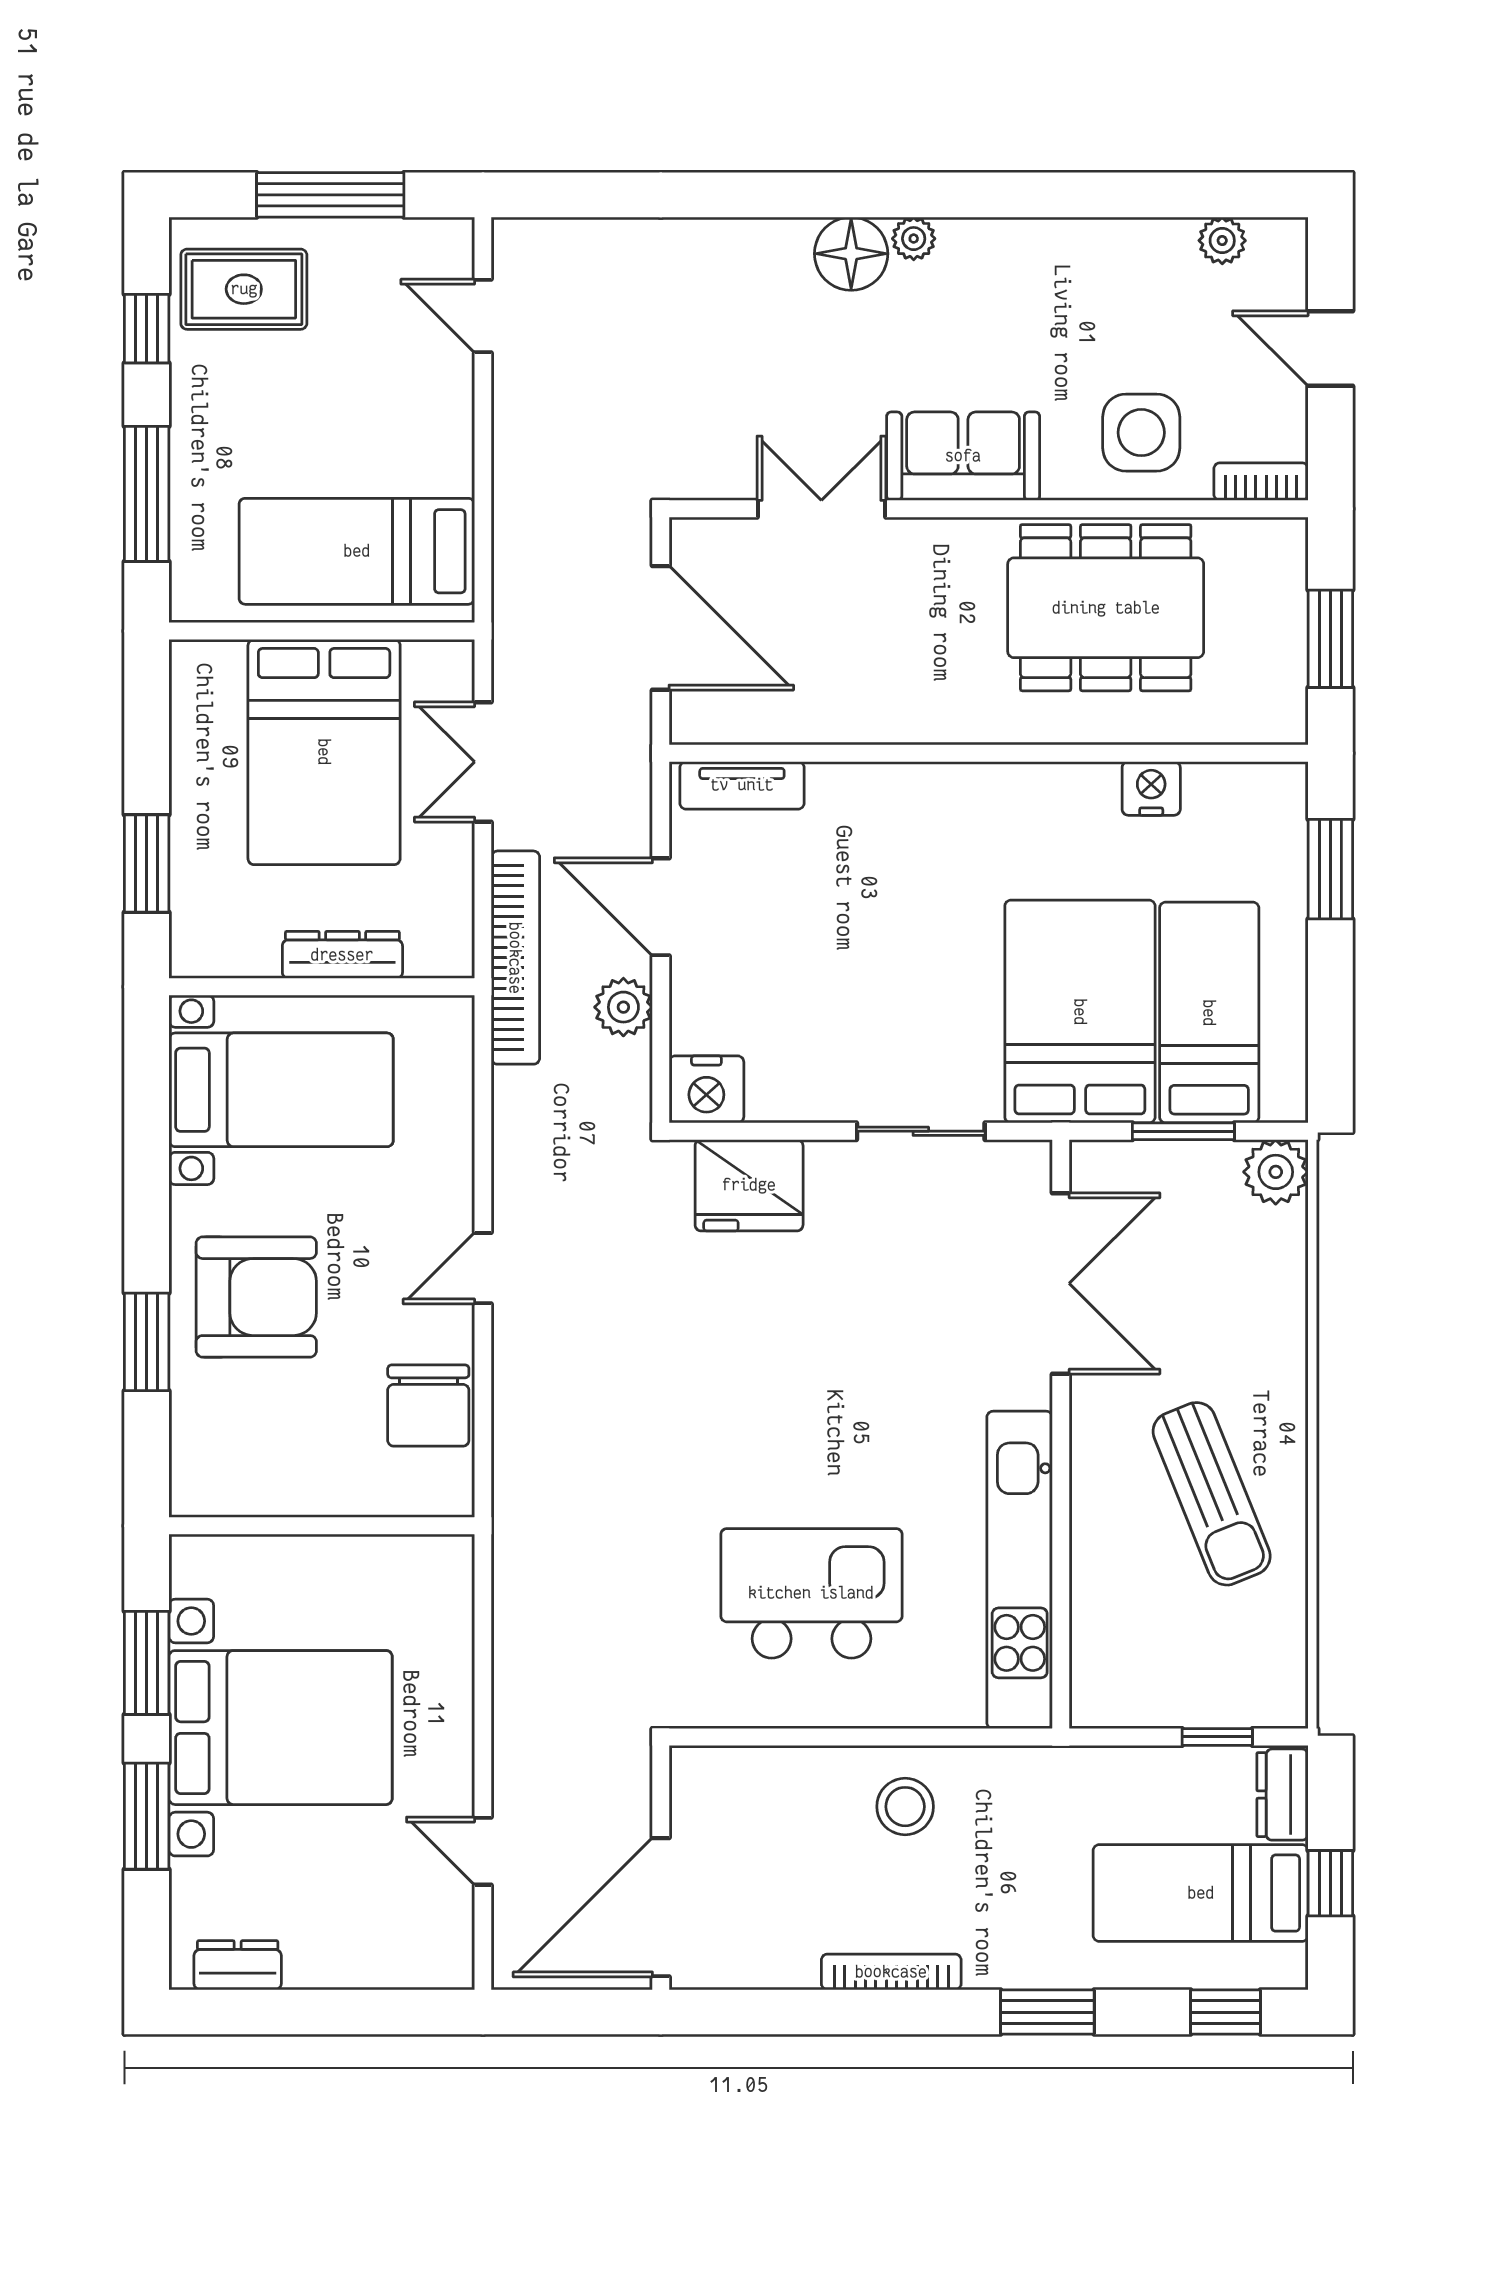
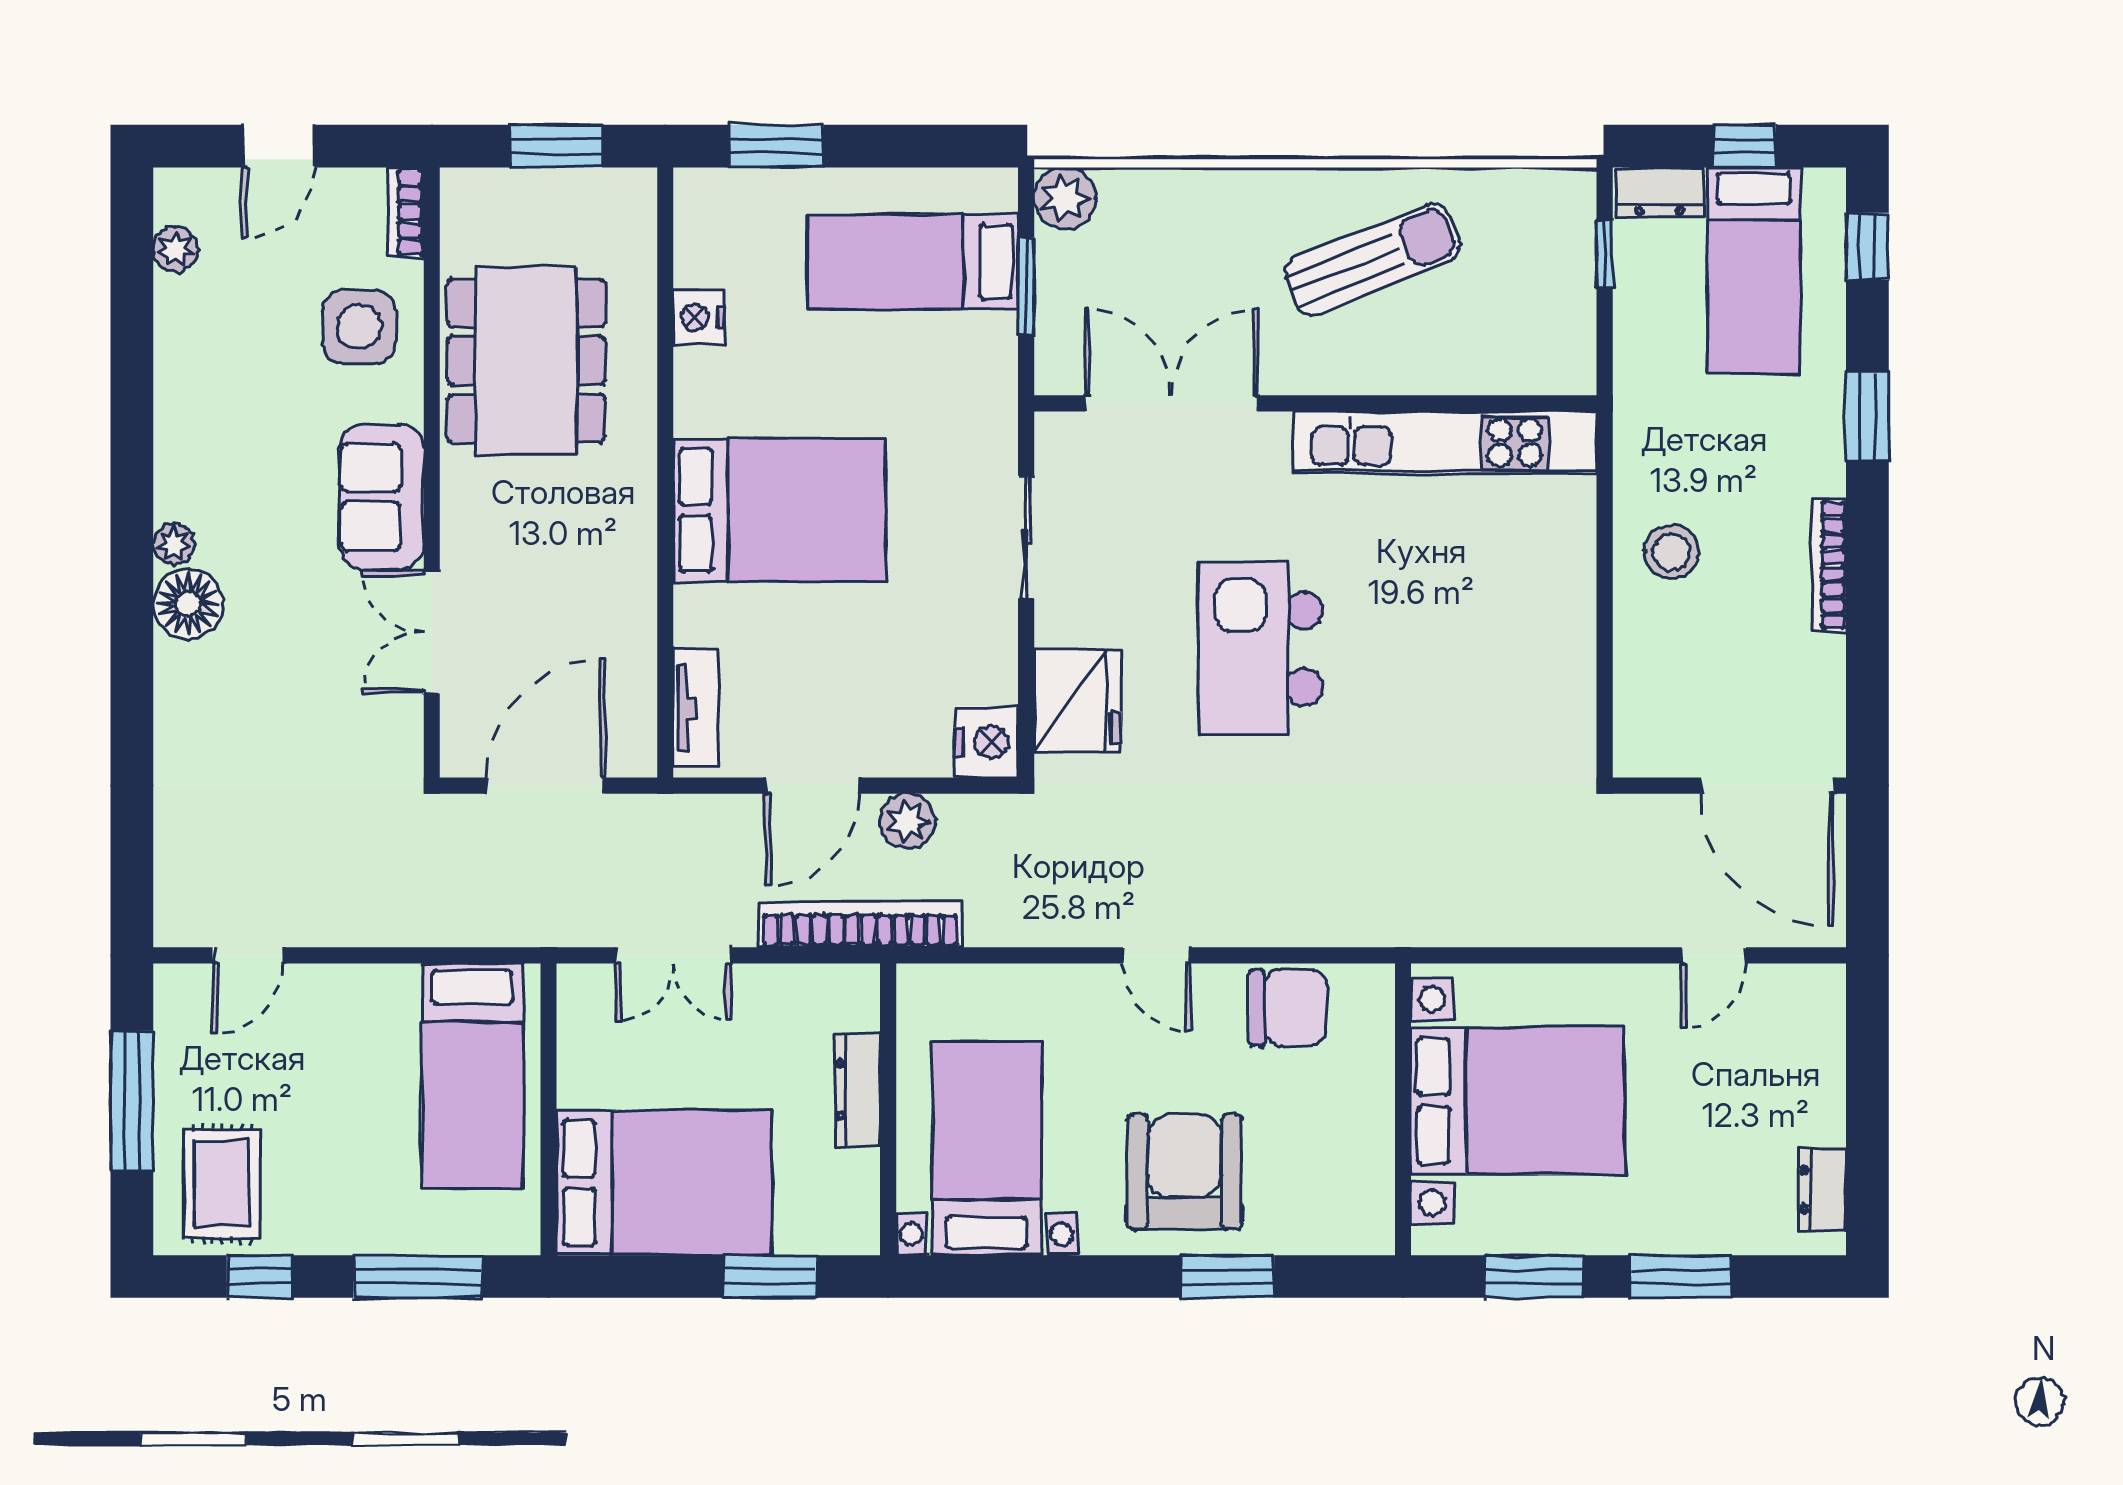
bed: (324, 752) -> (664, 1183), moved
bed: (1080, 1012) -> (780, 510), moved, turned 180
kitchen island: (811, 1593) -> (1261, 649), moved
bed with nightstands: (281, 1728) -> (1518, 1101), moved, turned 90

